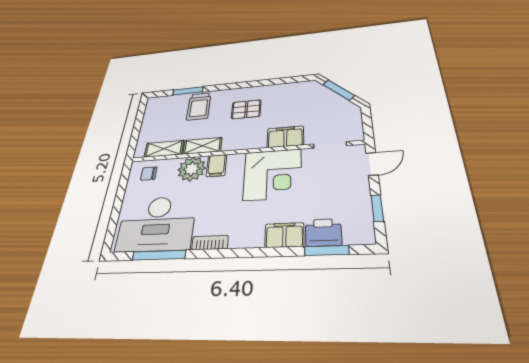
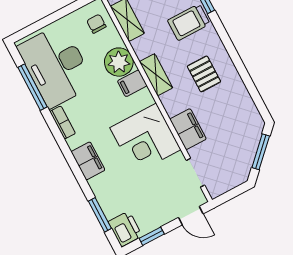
shelving: (202, 146) -> (156, 75), moved
printer: (323, 232) -> (125, 229), moved
filing cabinet: (284, 235) -> (88, 161), moved

